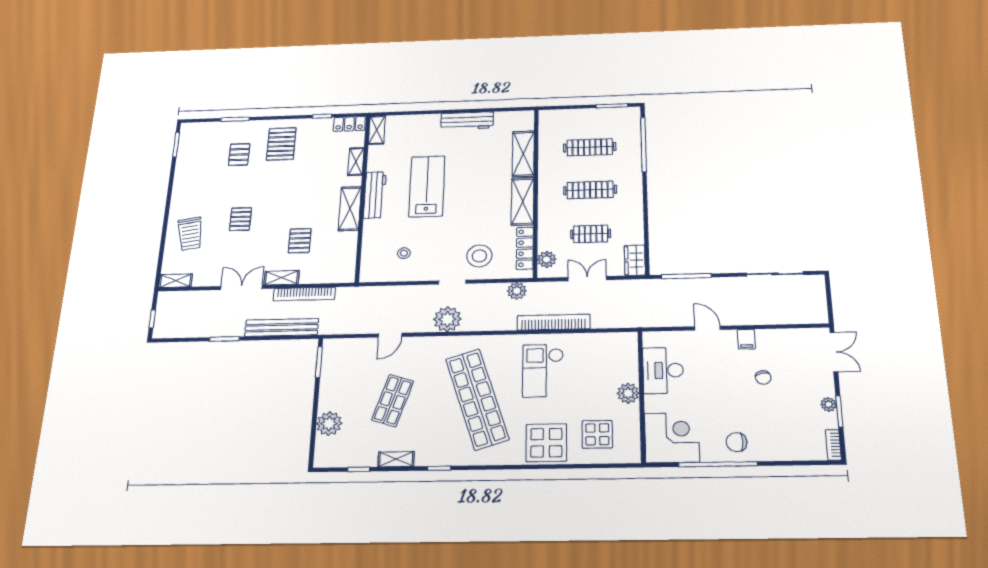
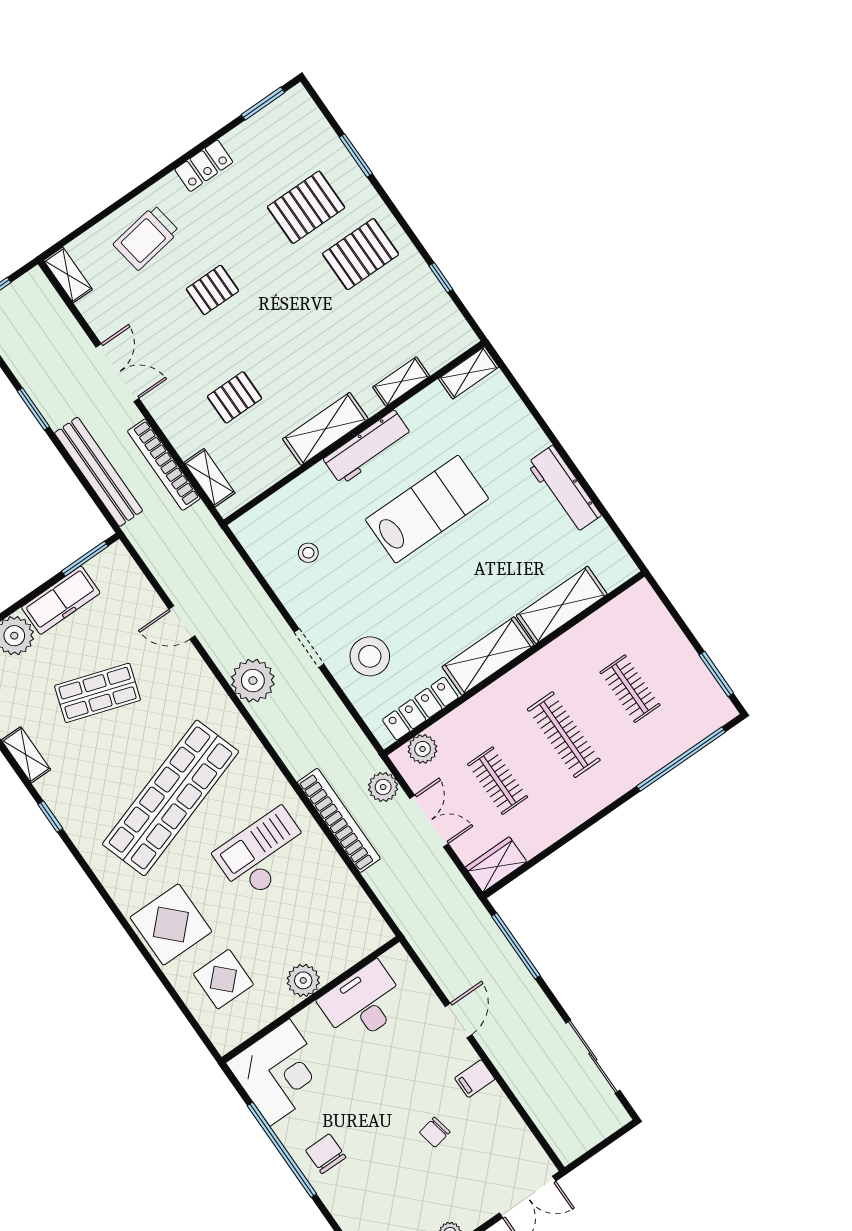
locker: (349, 124) -> (204, 166), moved, turned -90
clothes rail: (590, 147) -> (630, 689), width x0.73
pallet: (239, 155) -> (306, 207), width x1.50, depth x1.42
shelving: (282, 278) -> (210, 478), moved
plant: (517, 291) -> (383, 787), moved
freezer: (330, 388) -> (61, 600), added

